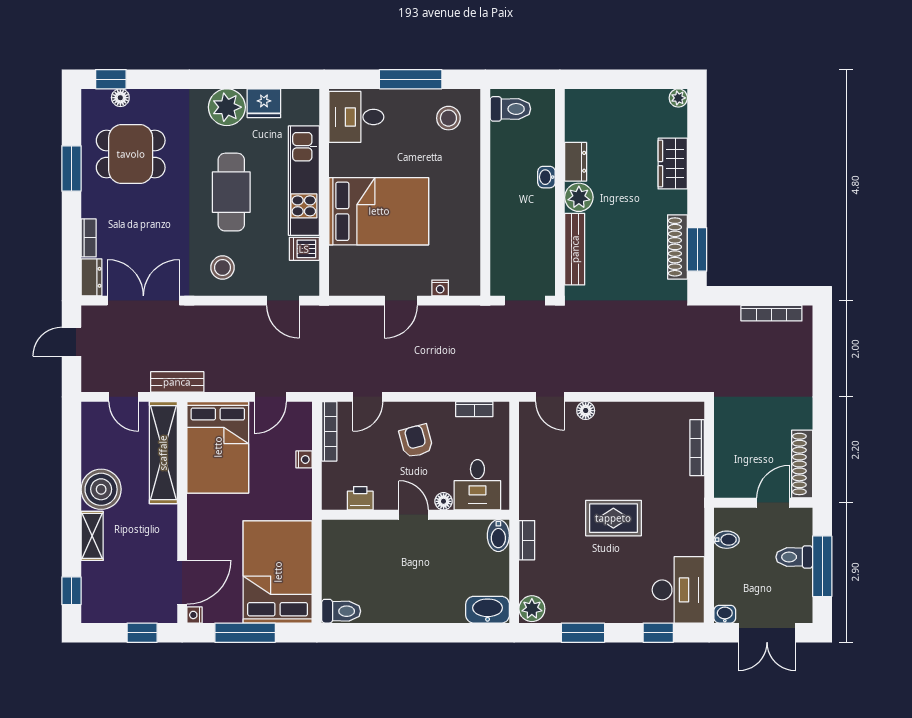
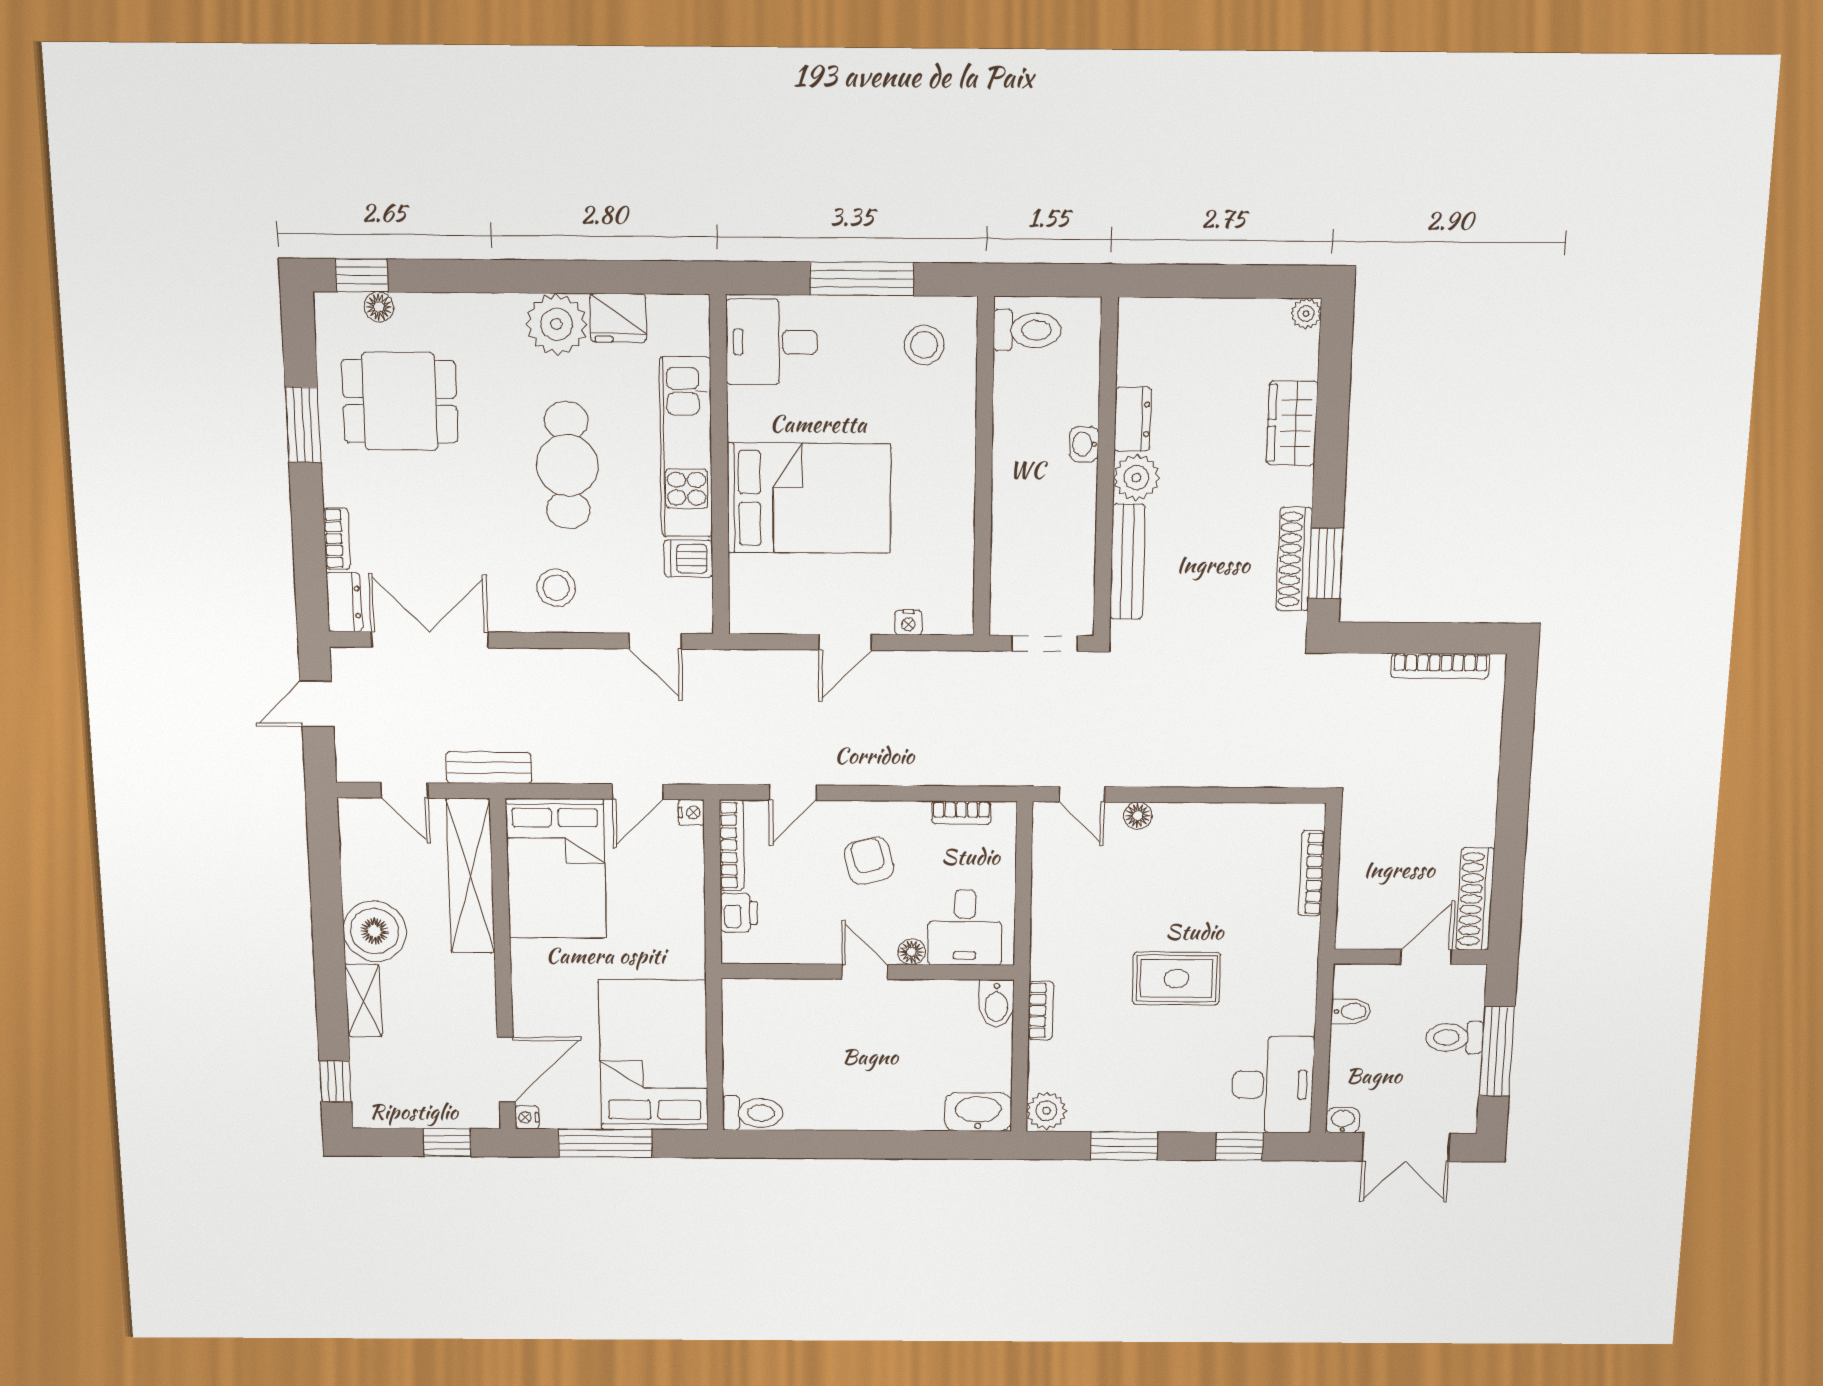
nightstand: (304, 459) -> (691, 813), moved
printer: (360, 498) -> (739, 913), moved, turned 90

